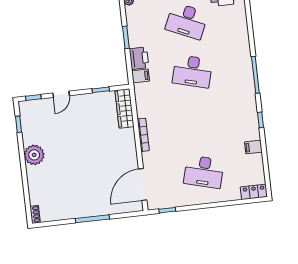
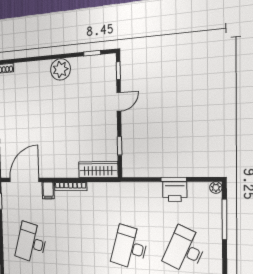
printer: (139, 58) -> (175, 192), moved
filing cabinet: (141, 76) -> (48, 190), moved
door: (61, 94) -> (119, 102), swing flipped
door: (143, 185) -> (24, 180), hinge flipped

